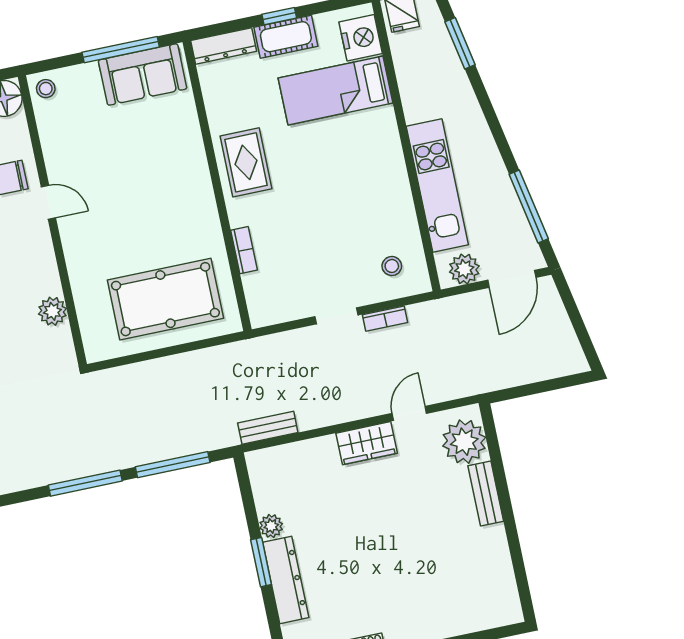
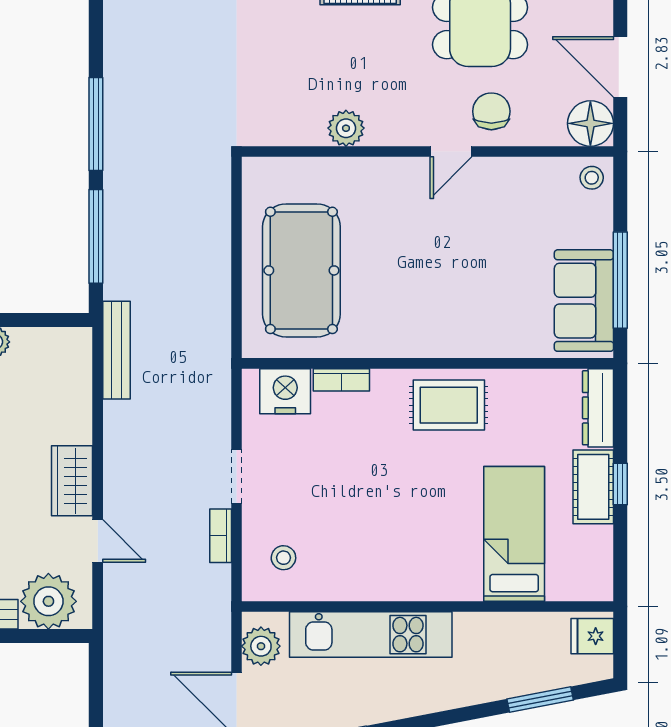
nightstand: (361, 38) -> (285, 391), moved, turned 180
plant: (52, 311) -> (346, 128), moved
bench: (268, 428) -> (116, 350), width x1.36

